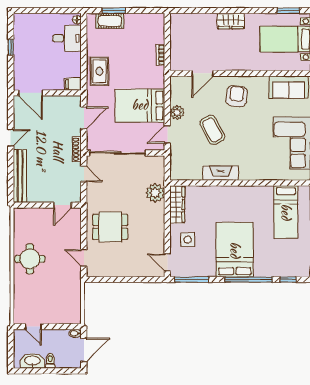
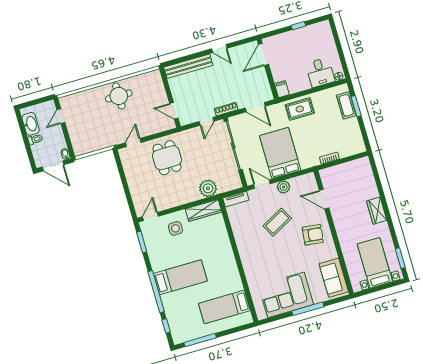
tv unit: (175, 167) -> (236, 199), added
fireplace: (221, 173) -> (242, 240), removed
bed: (235, 250) -> (180, 277), width x0.67
window: (192, 280) -> (142, 242), width x0.69

